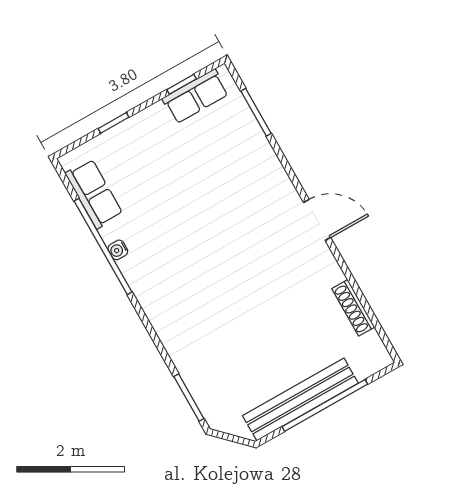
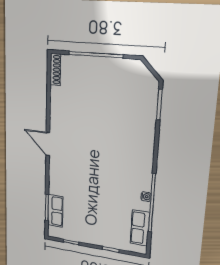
row of seats: (196, 96) -> (55, 211), moved, turned 90
shoe rack: (353, 308) -> (55, 70), moved
bench: (300, 399) -> (106, 66), removed

